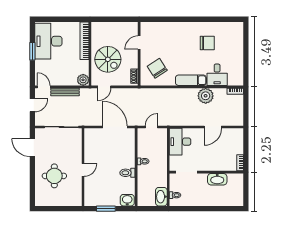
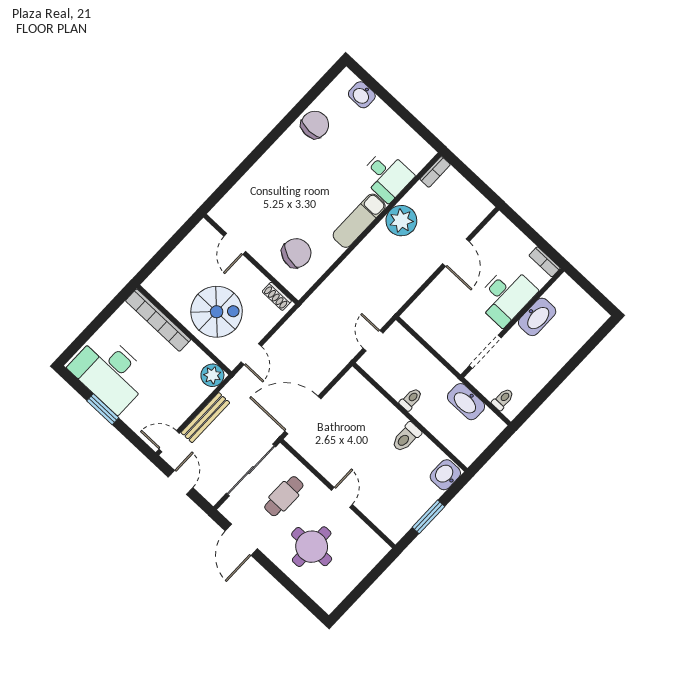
washbasin: (238, 38) -> (362, 95), added
chair: (207, 43) -> (315, 125), moved
chair: (157, 68) -> (296, 253), turned 141
door: (115, 127) -> (303, 415), moved
desk: (180, 142) -> (506, 296), moved, turned -90
door: (32, 148) -> (241, 540), hinge flipped
cafe table: (63, 148) -> (284, 496), added
washbasin: (161, 197) -> (466, 402), moved

